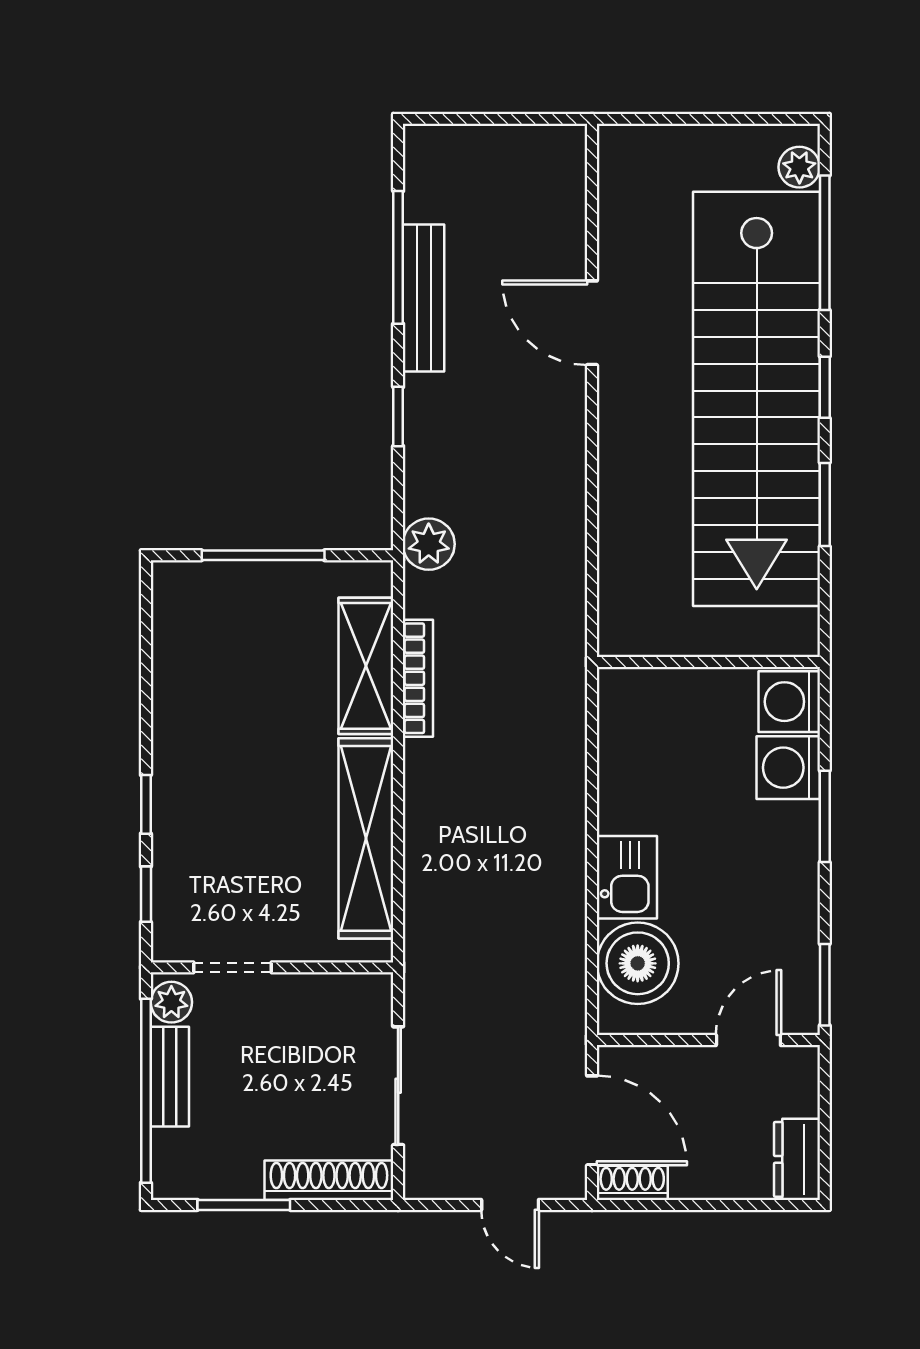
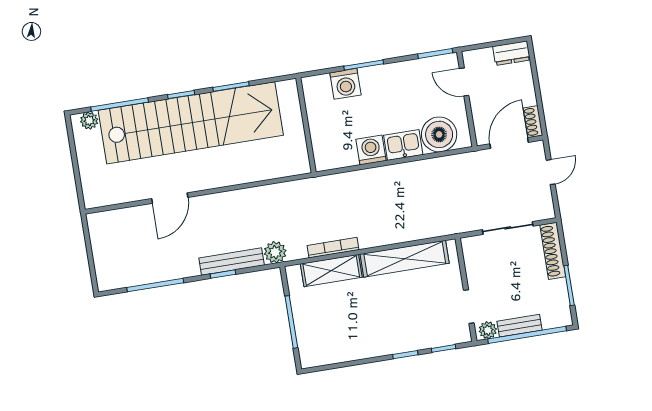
bench: (424, 298) -> (232, 262), moved
washing machine: (789, 702) -> (371, 150), moved, turned 180

